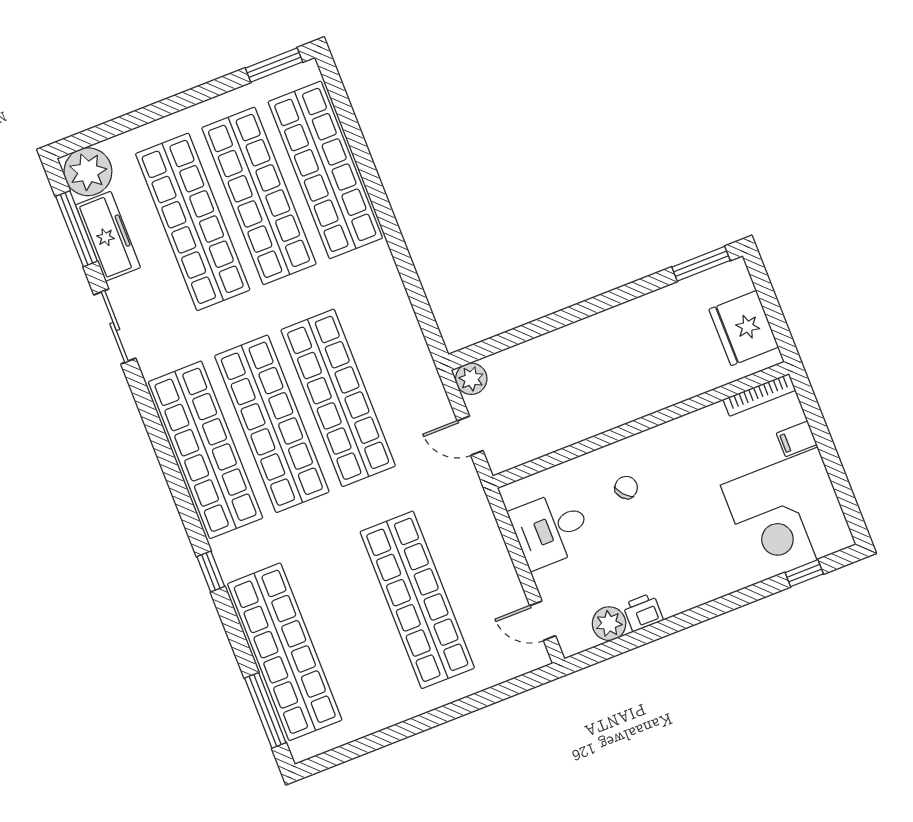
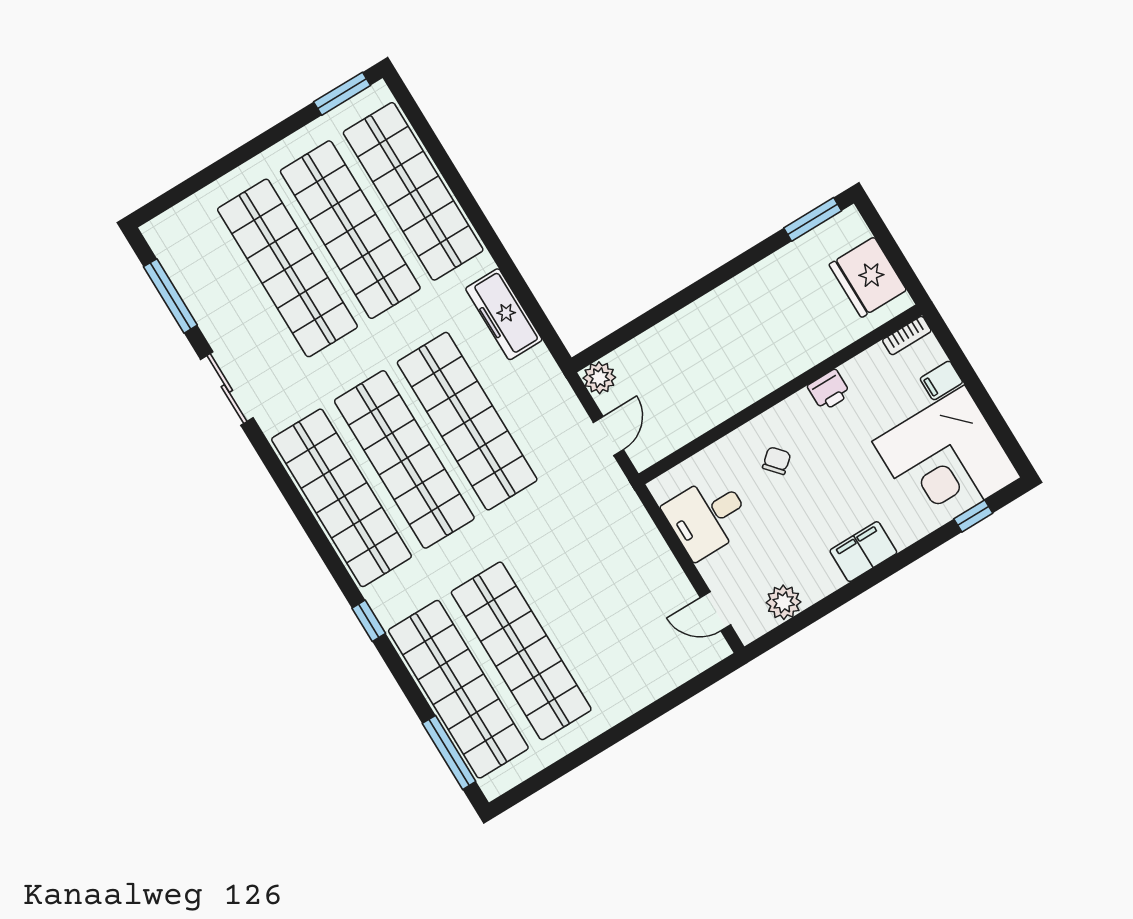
plant: (88, 172) -> (172, 236), removed
freezer: (108, 236) -> (504, 314), moved, turned 180
bookcase: (759, 395) -> (907, 336), width x0.64
door: (470, 436) -> (608, 436), swing flipped
filing cabinet: (694, 589) -> (863, 552), added
shop shelf: (417, 600) -> (521, 651), moved
printer: (643, 612) -> (829, 390), moved, turned 180

